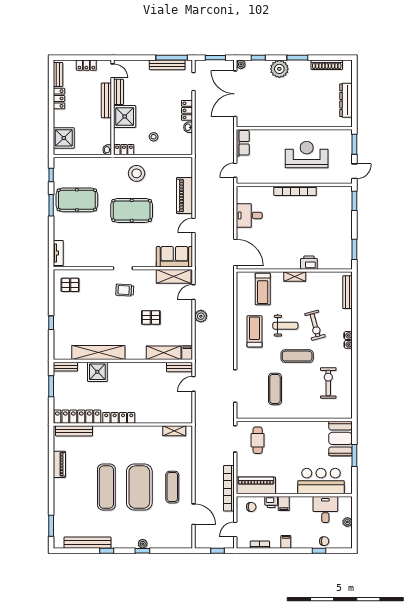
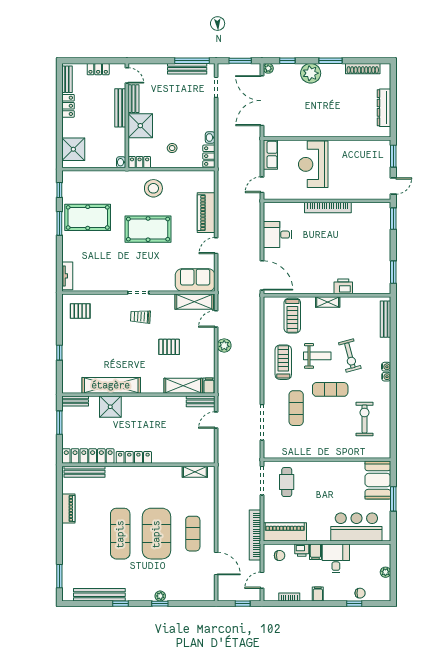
locker: (187, 110) -> (209, 156), moved
reception desk: (307, 155) -> (313, 164), moved, turned -90
exercise mat: (275, 389) -> (296, 408), moved
desk: (325, 509) -> (336, 558), moved

